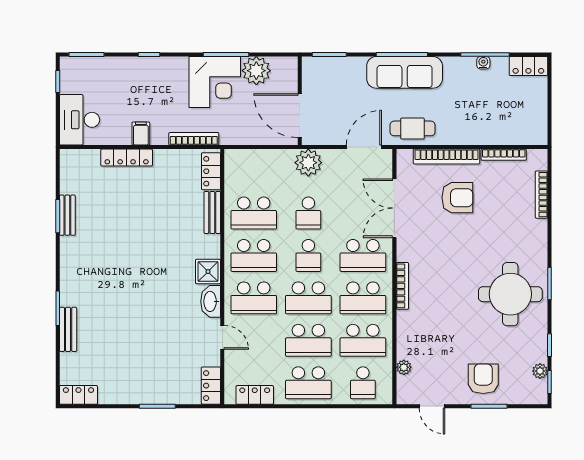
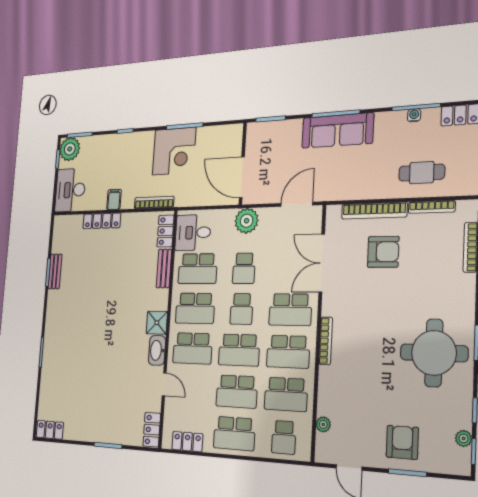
plant: (256, 71) -> (70, 149), moved
cafe table: (412, 128) -> (422, 173), moved
desk: (245, 174) -> (193, 233), added
bench: (68, 329) -> (47, 371), removed

